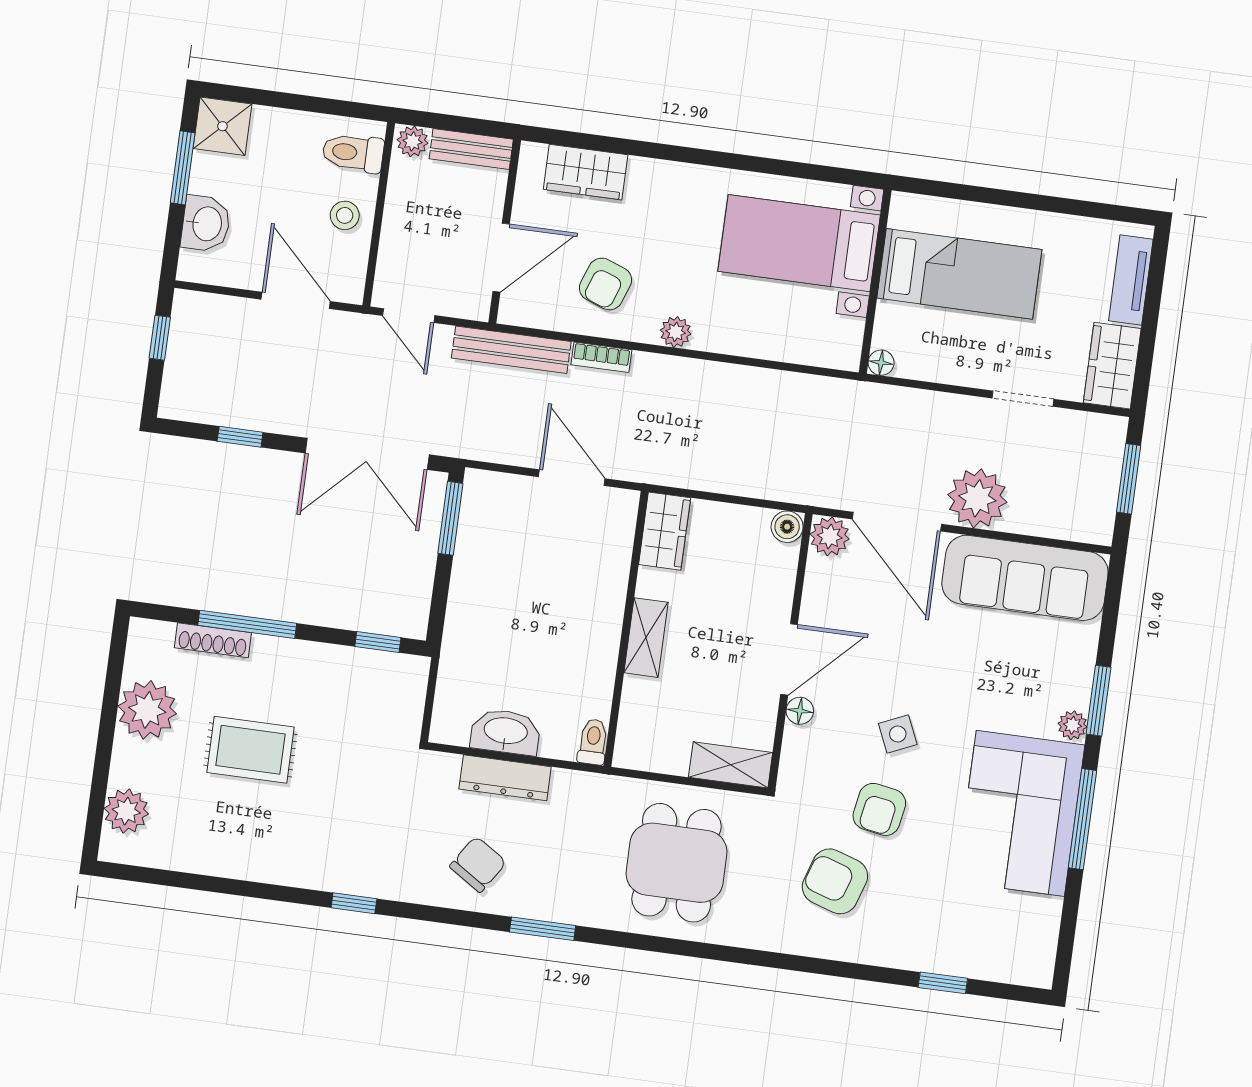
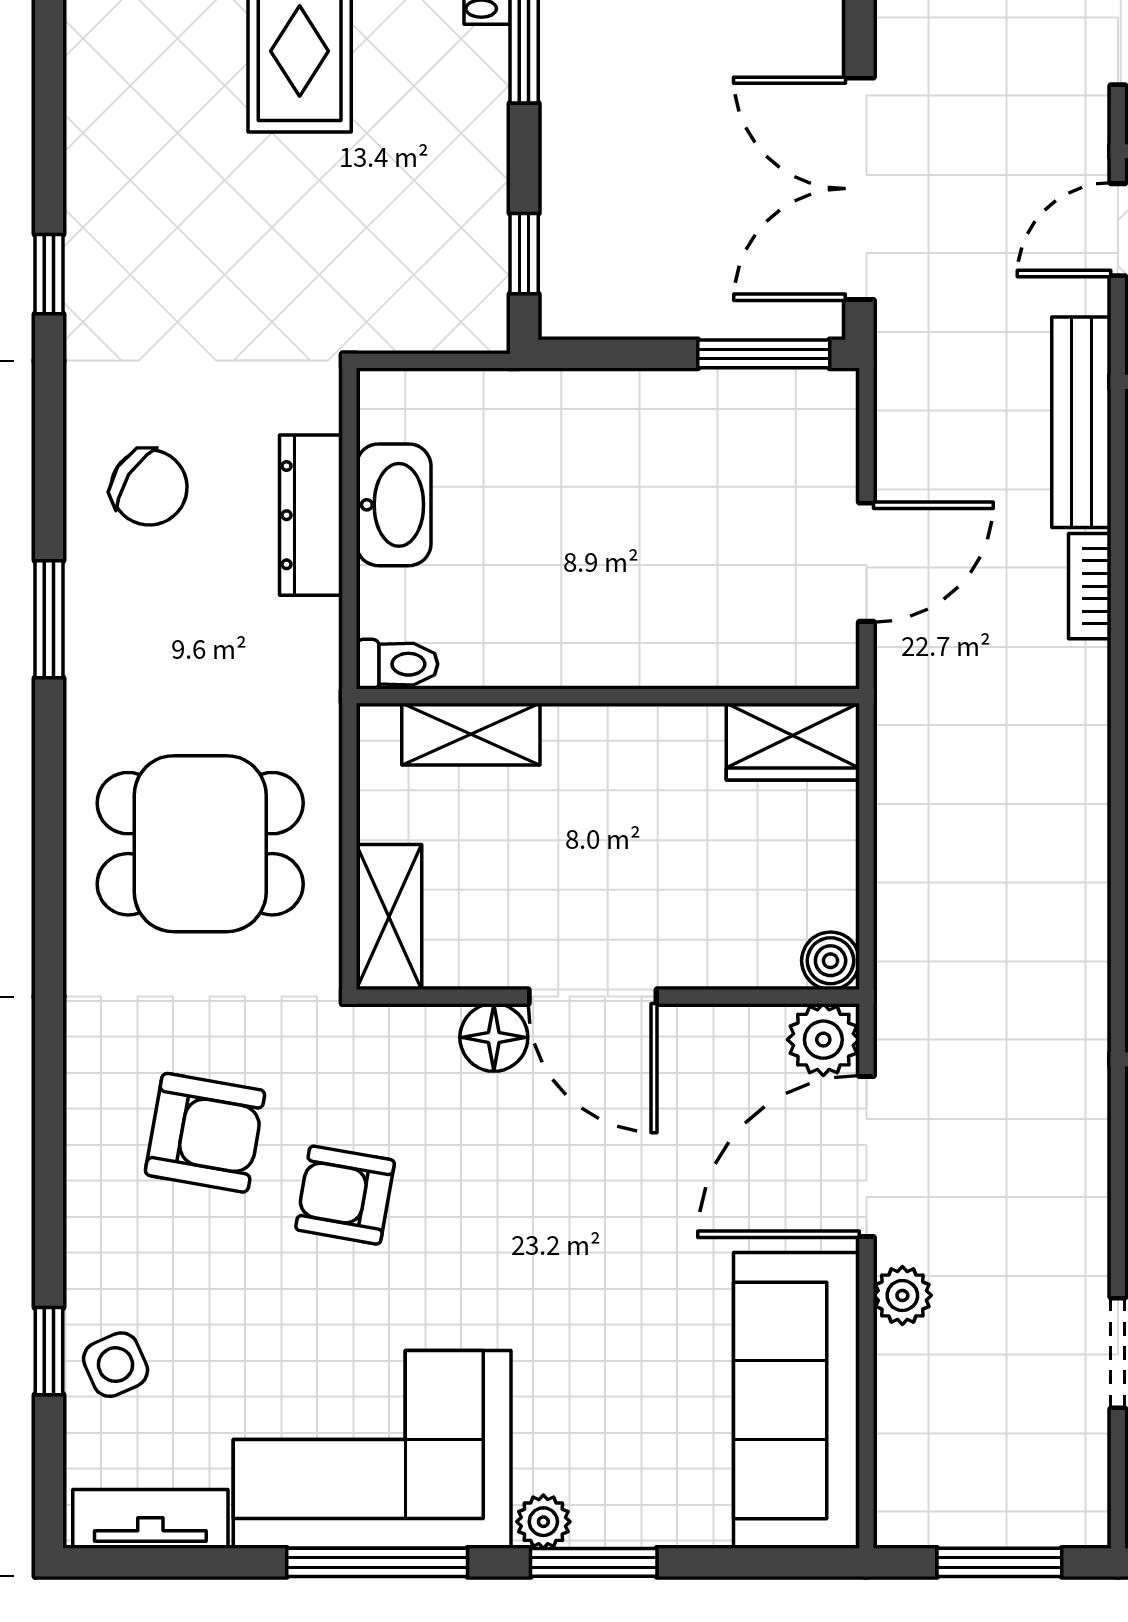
plant: (977, 498) -> (902, 1295), width x0.53, depth x0.53
shelving: (646, 638) -> (471, 734), moved
floor lamp: (800, 711) -> (494, 1037), width x1.37, depth x1.37
side table: (898, 734) -> (116, 1365), moved
armchair: (835, 881) -> (205, 1133), turned 82
tv unit: (1042, 940) -> (150, 1519), added

